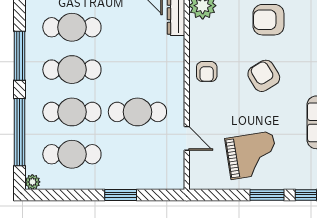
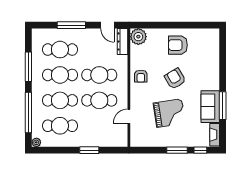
cafe table: (137, 70) -> (99, 75), added
door: (187, 138) -> (129, 116), swing flipped
grand piano: (252, 155) -> (169, 113), moved

